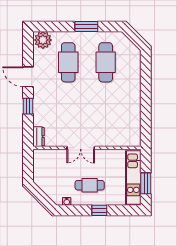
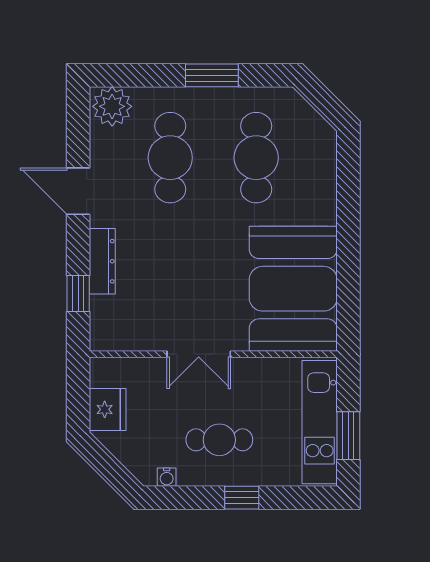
window: (28, 106) -> (78, 294), moved
booth: (122, 119) -> (293, 289), added
dresser: (39, 137) -> (102, 261), moved, width x1.44
fridge: (41, 172) -> (108, 409), added

